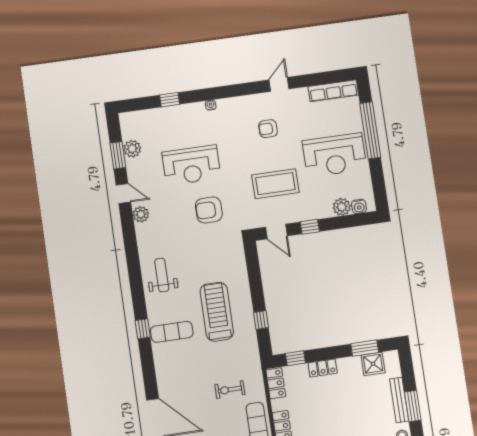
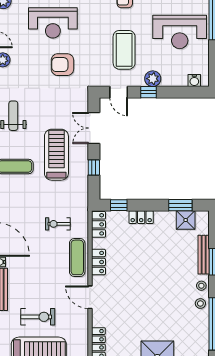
coffee table: (275, 184) -> (124, 50), turned 90
plant: (342, 207) -> (153, 79), moved
double door: (254, 276) -> (94, 128), added

